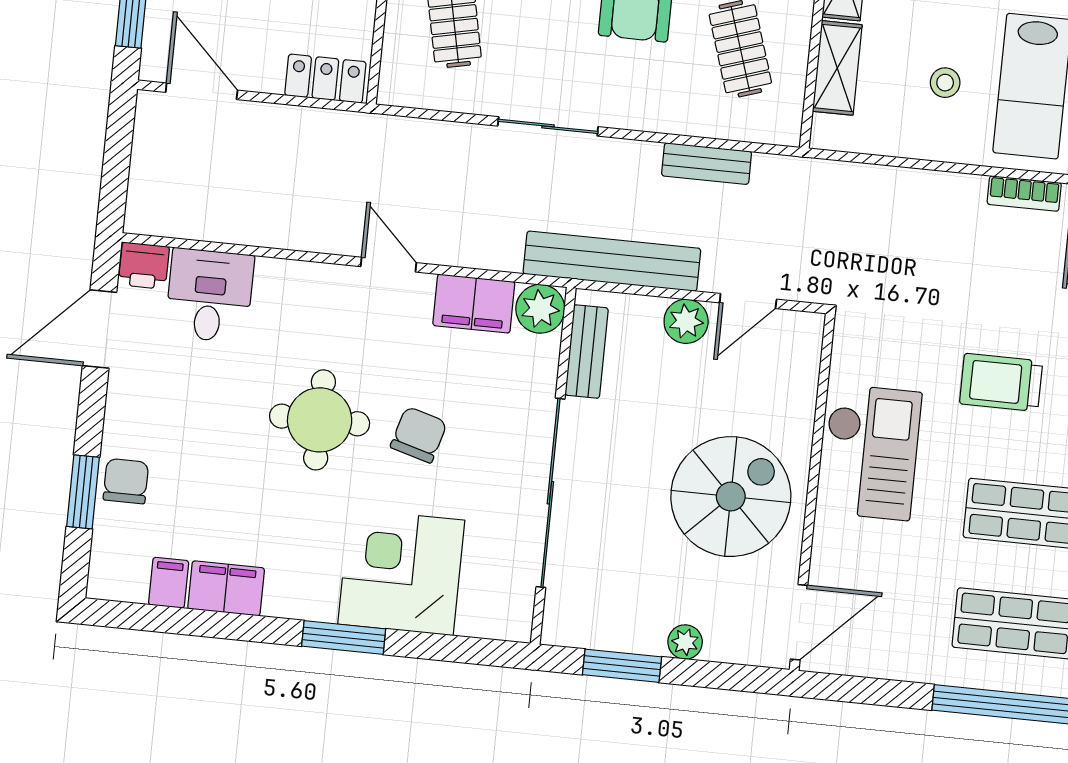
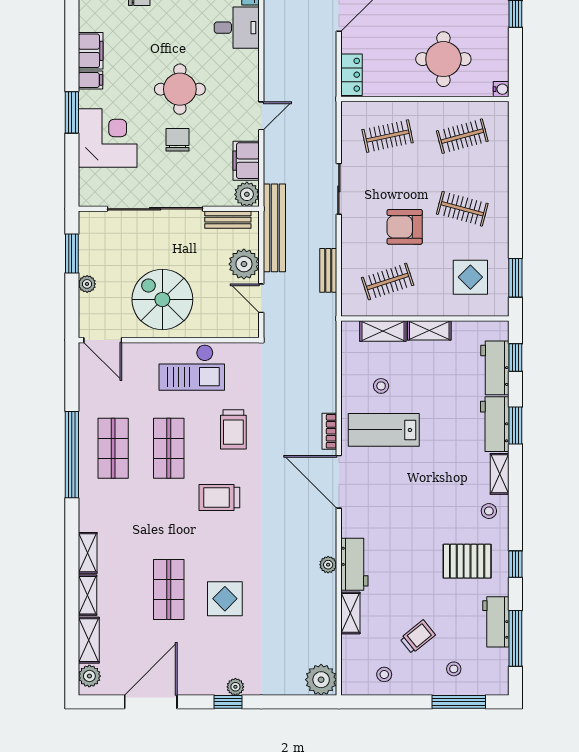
plant: (686, 321) -> (244, 264), width x1.36, depth x1.36
trolley: (1001, 382) -> (233, 429), turned 180
chair: (419, 435) -> (177, 140), turned -106
spiral stairs: (731, 497) -> (162, 299), turned 180
filing cabinet: (169, 583) -> (90, 80), moved

